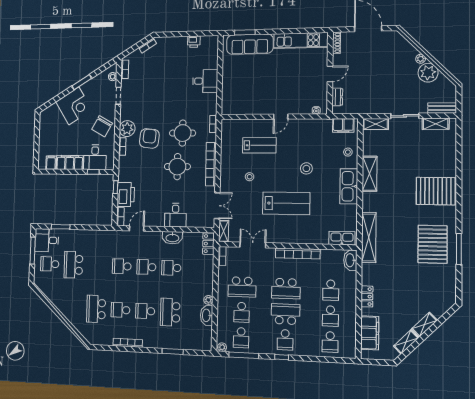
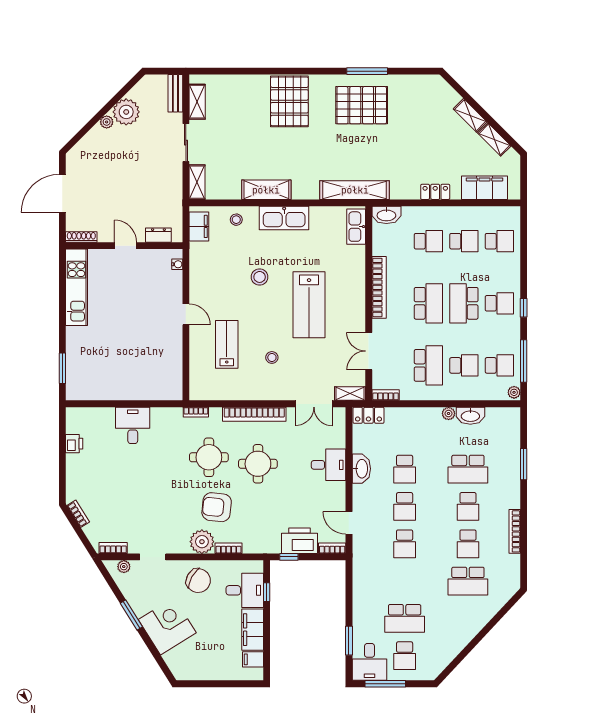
sofa: (250, 44) -> (80, 361), removed
lab bench: (286, 203) -> (309, 305), turned 180
double door: (217, 206) -> (314, 404), swing flipped

